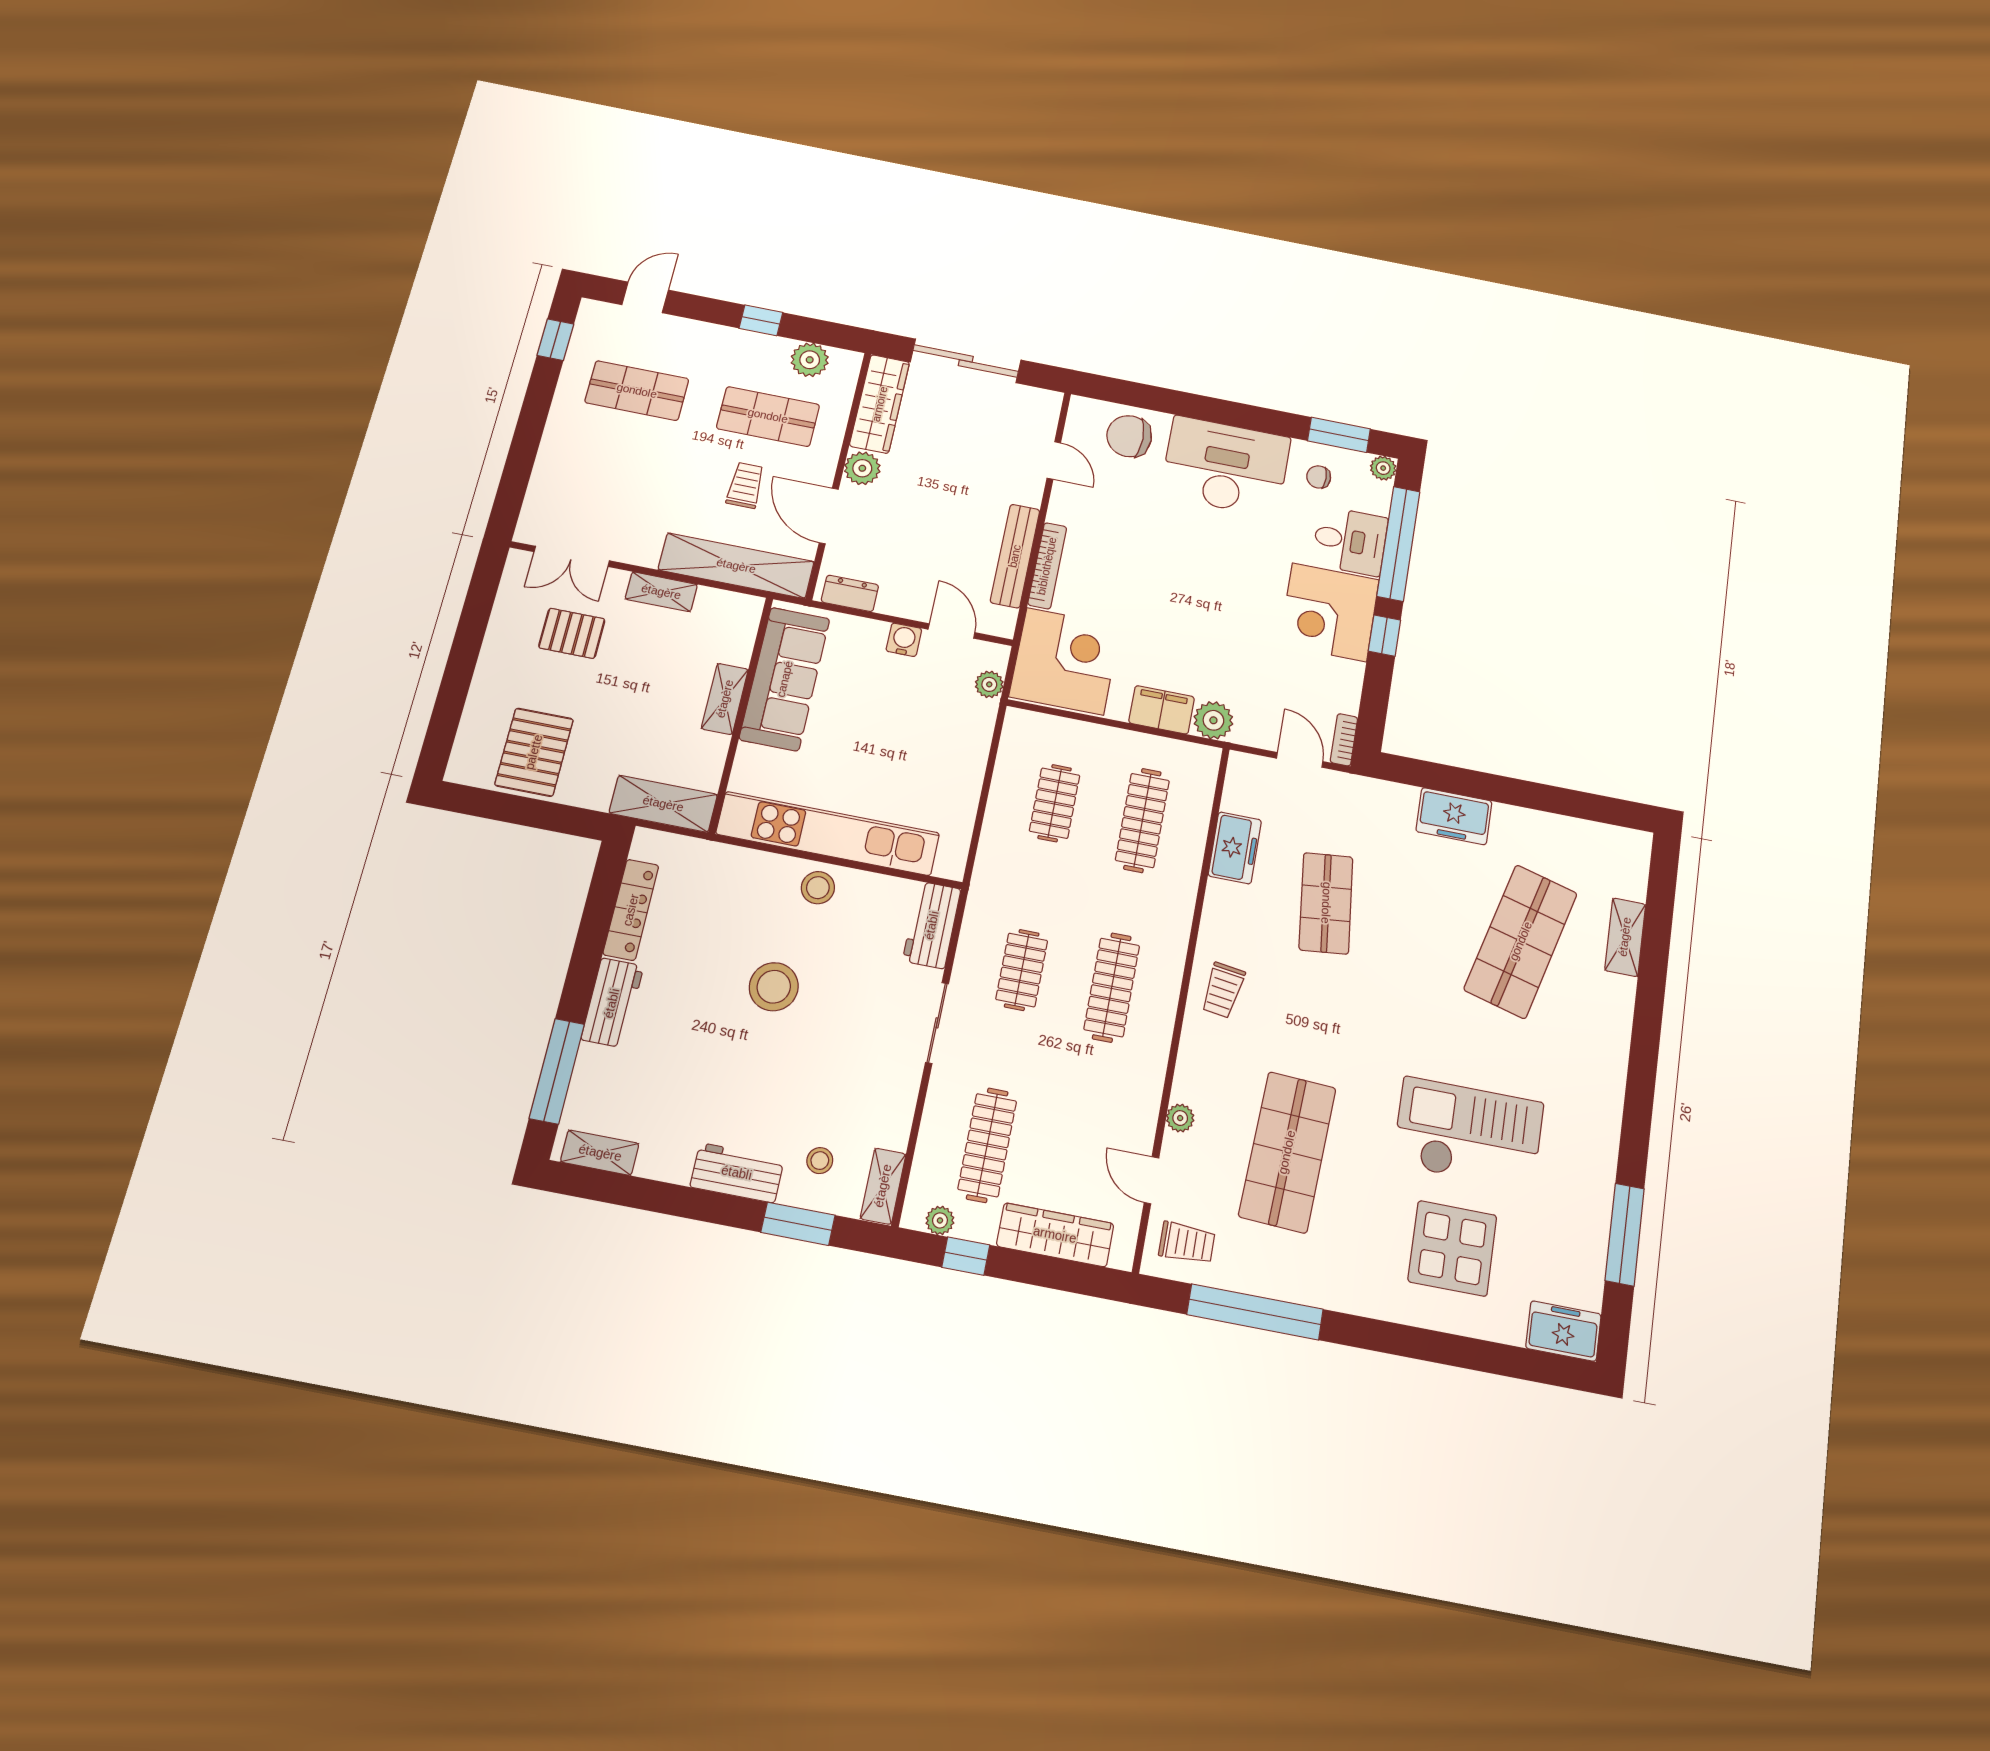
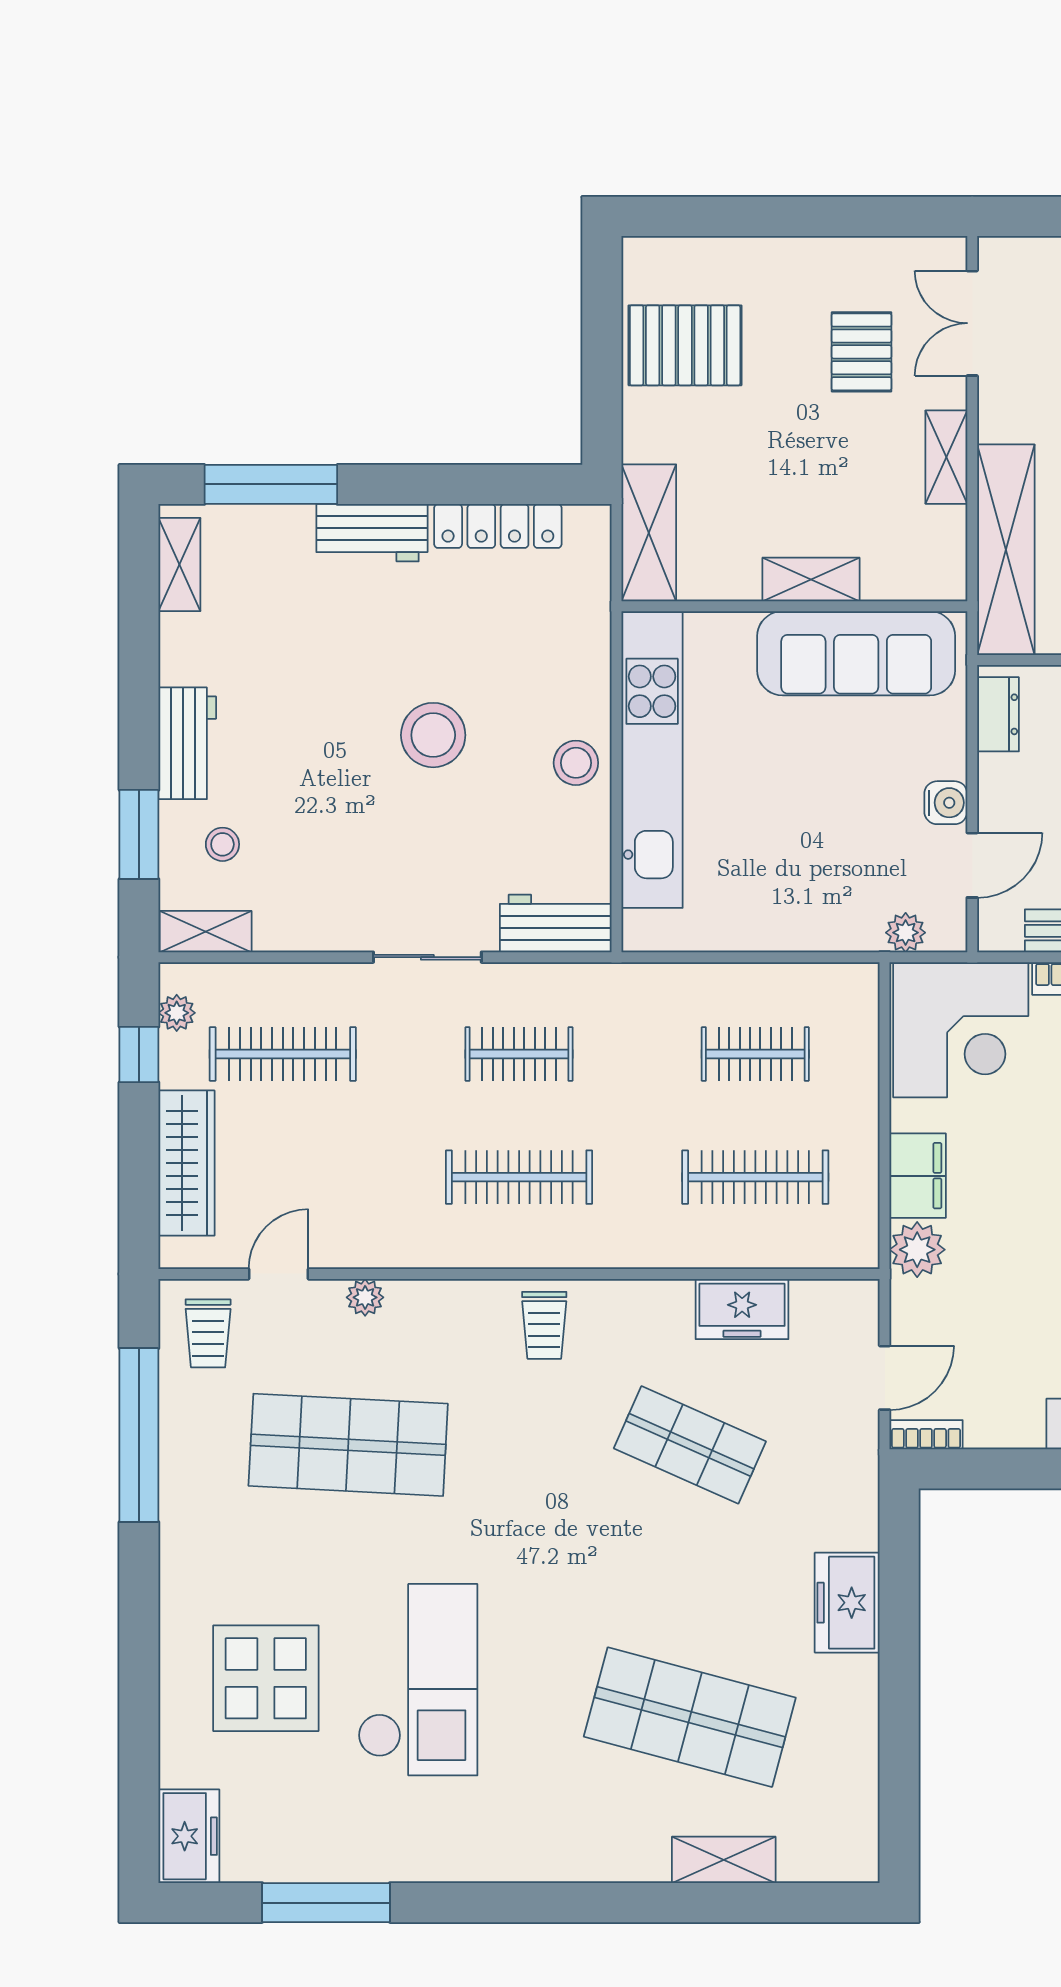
shop shelf: (1326, 903) -> (690, 1445), turned 30
trolley: (1223, 990) -> (544, 1325), turned -98

